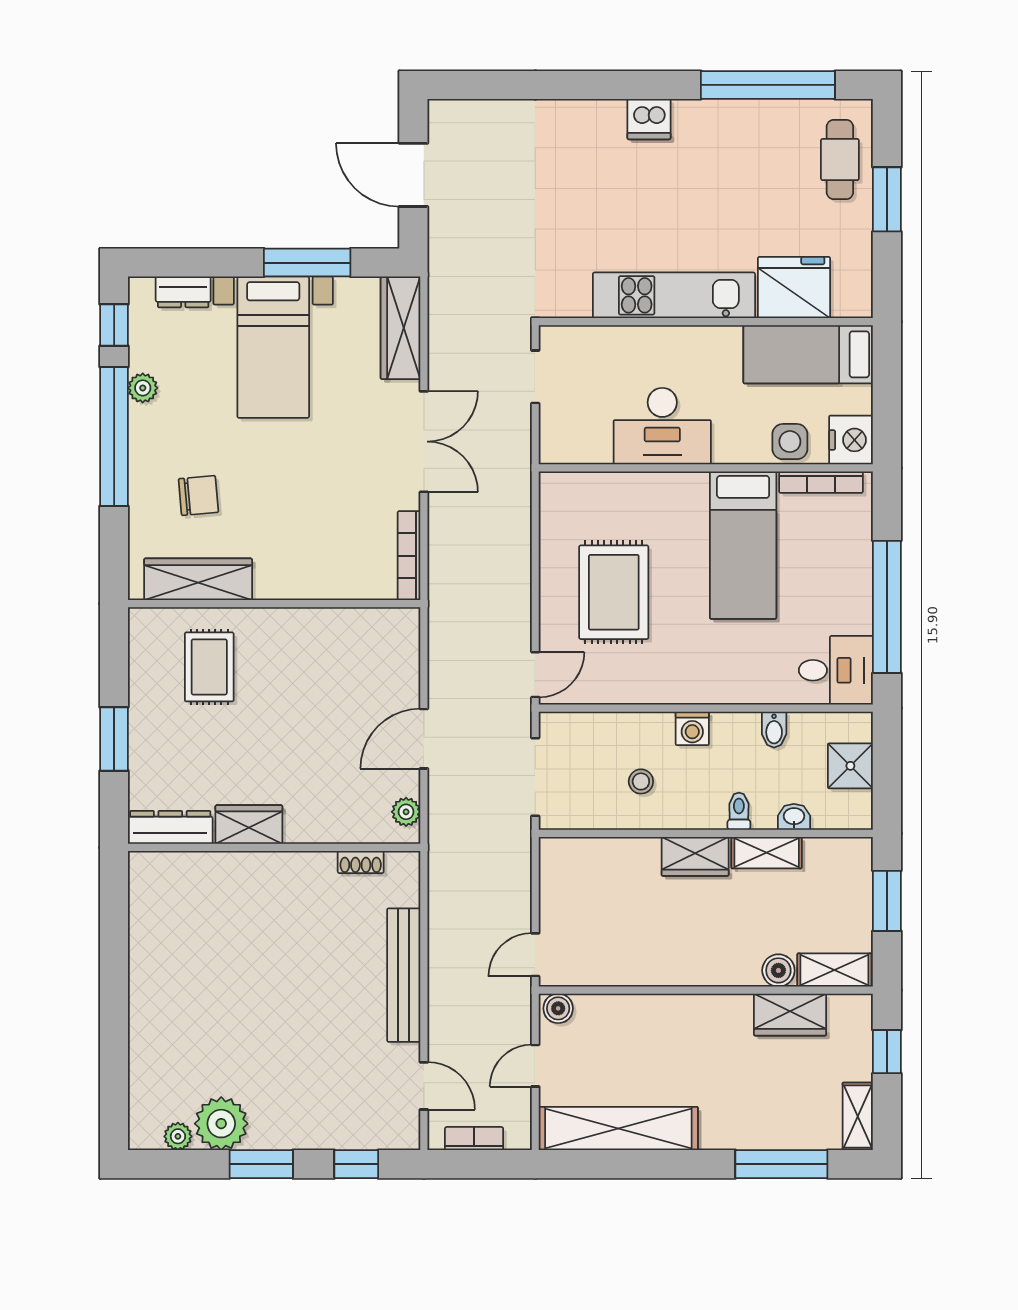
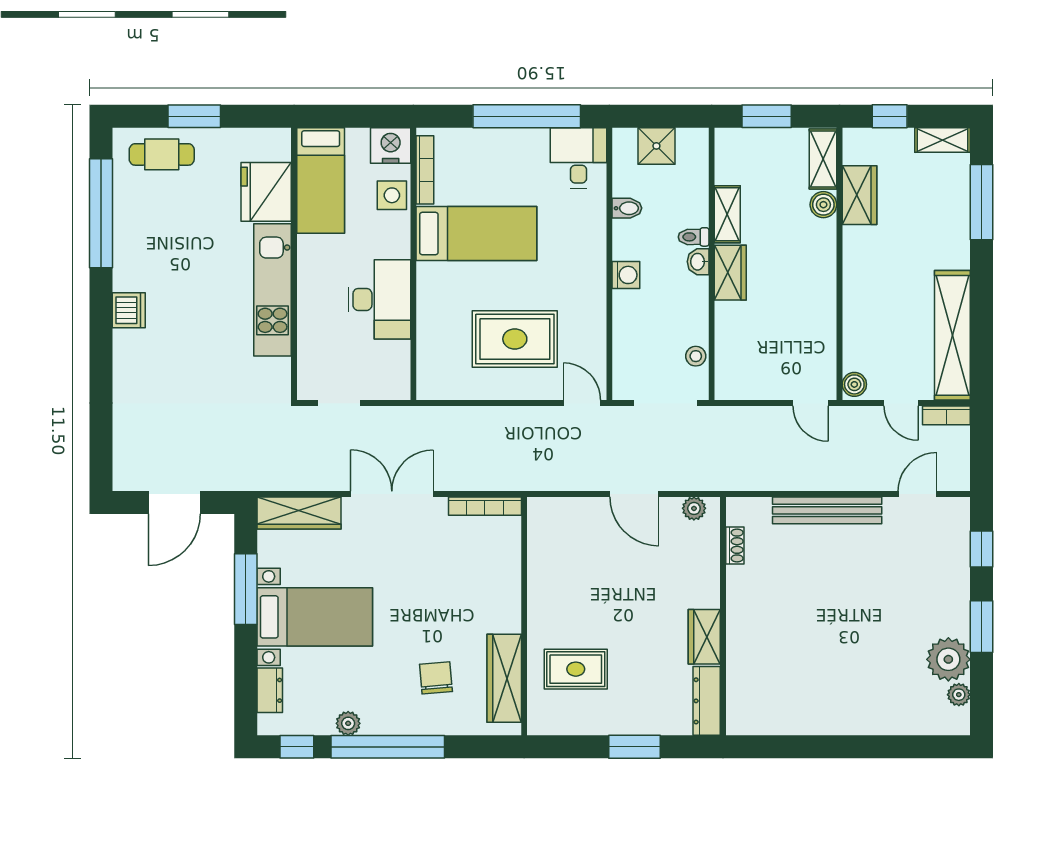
stool: (641, 781) -> (696, 356), moved
washbasin: (794, 817) -> (698, 262), moved
bookcase: (474, 1139) -> (946, 415), moved, turned -90

